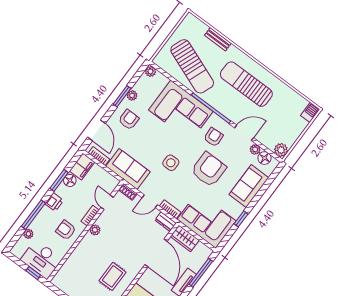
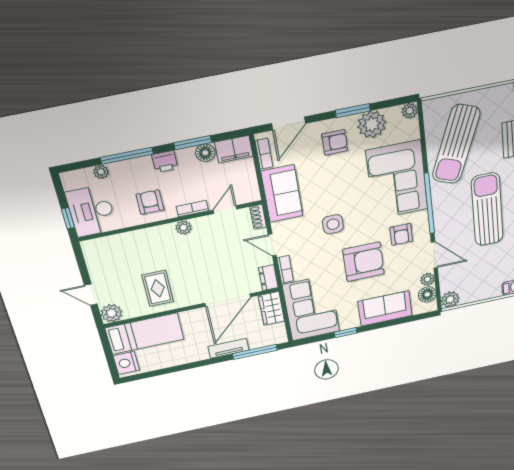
plant: (132, 96) -> (372, 124), width x1.87, depth x1.87
armchair: (213, 137) -> (401, 234), turned 94
rug: (112, 276) -> (158, 288), turned 90

